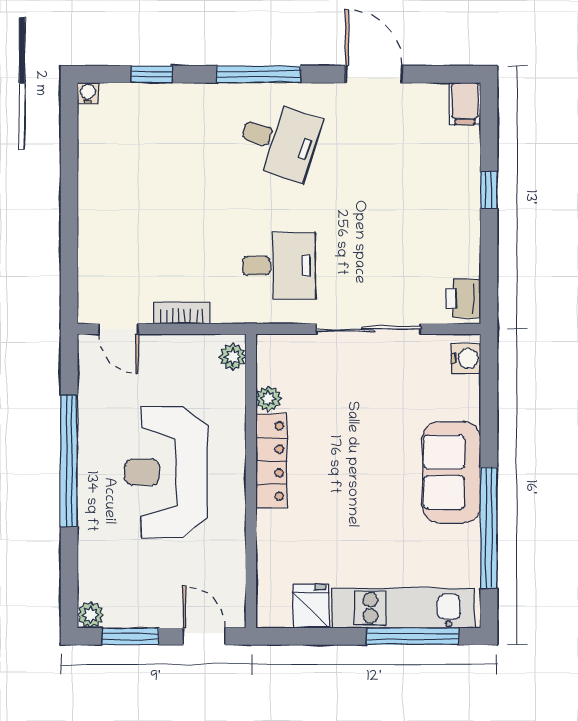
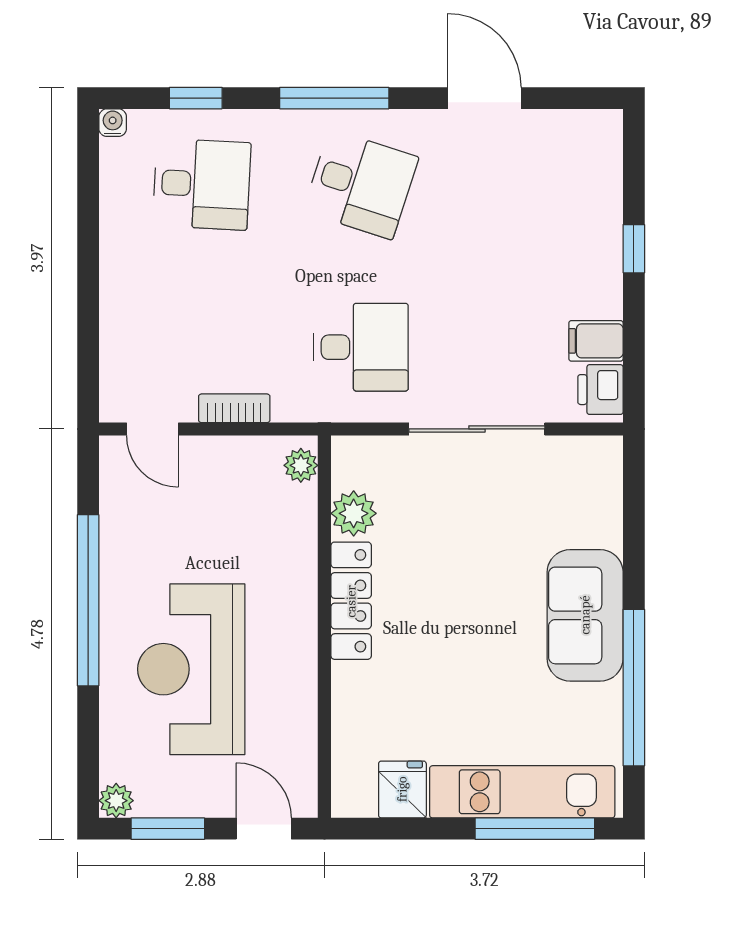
filing cabinet: (465, 103) -> (596, 341), moved, turned 90
desk: (156, 141) -> (202, 184), added
water cooler: (466, 358) -> (604, 467), removed
plant: (269, 399) -> (354, 513), width x1.38, depth x1.38
reception desk: (166, 472) -> (191, 669), moved

